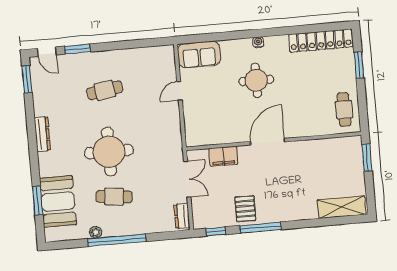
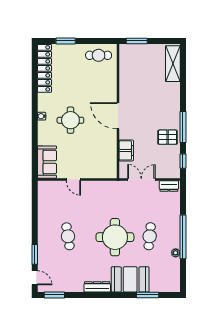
door: (47, 52) -> (35, 278), hinge flipped
booth: (58, 201) -> (130, 279), moved

